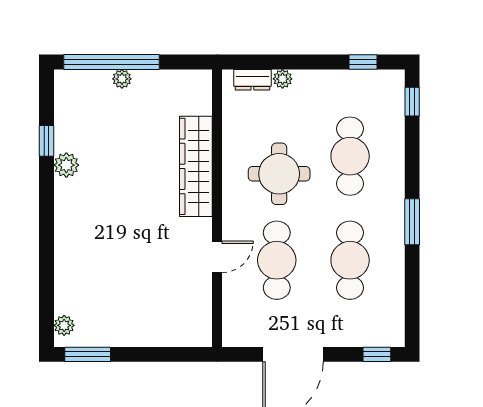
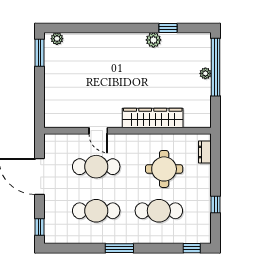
window: (363, 62) -> (216, 205), moved
plant: (283, 79) -> (205, 170), removed
round table: (279, 174) -> (164, 169), moved

